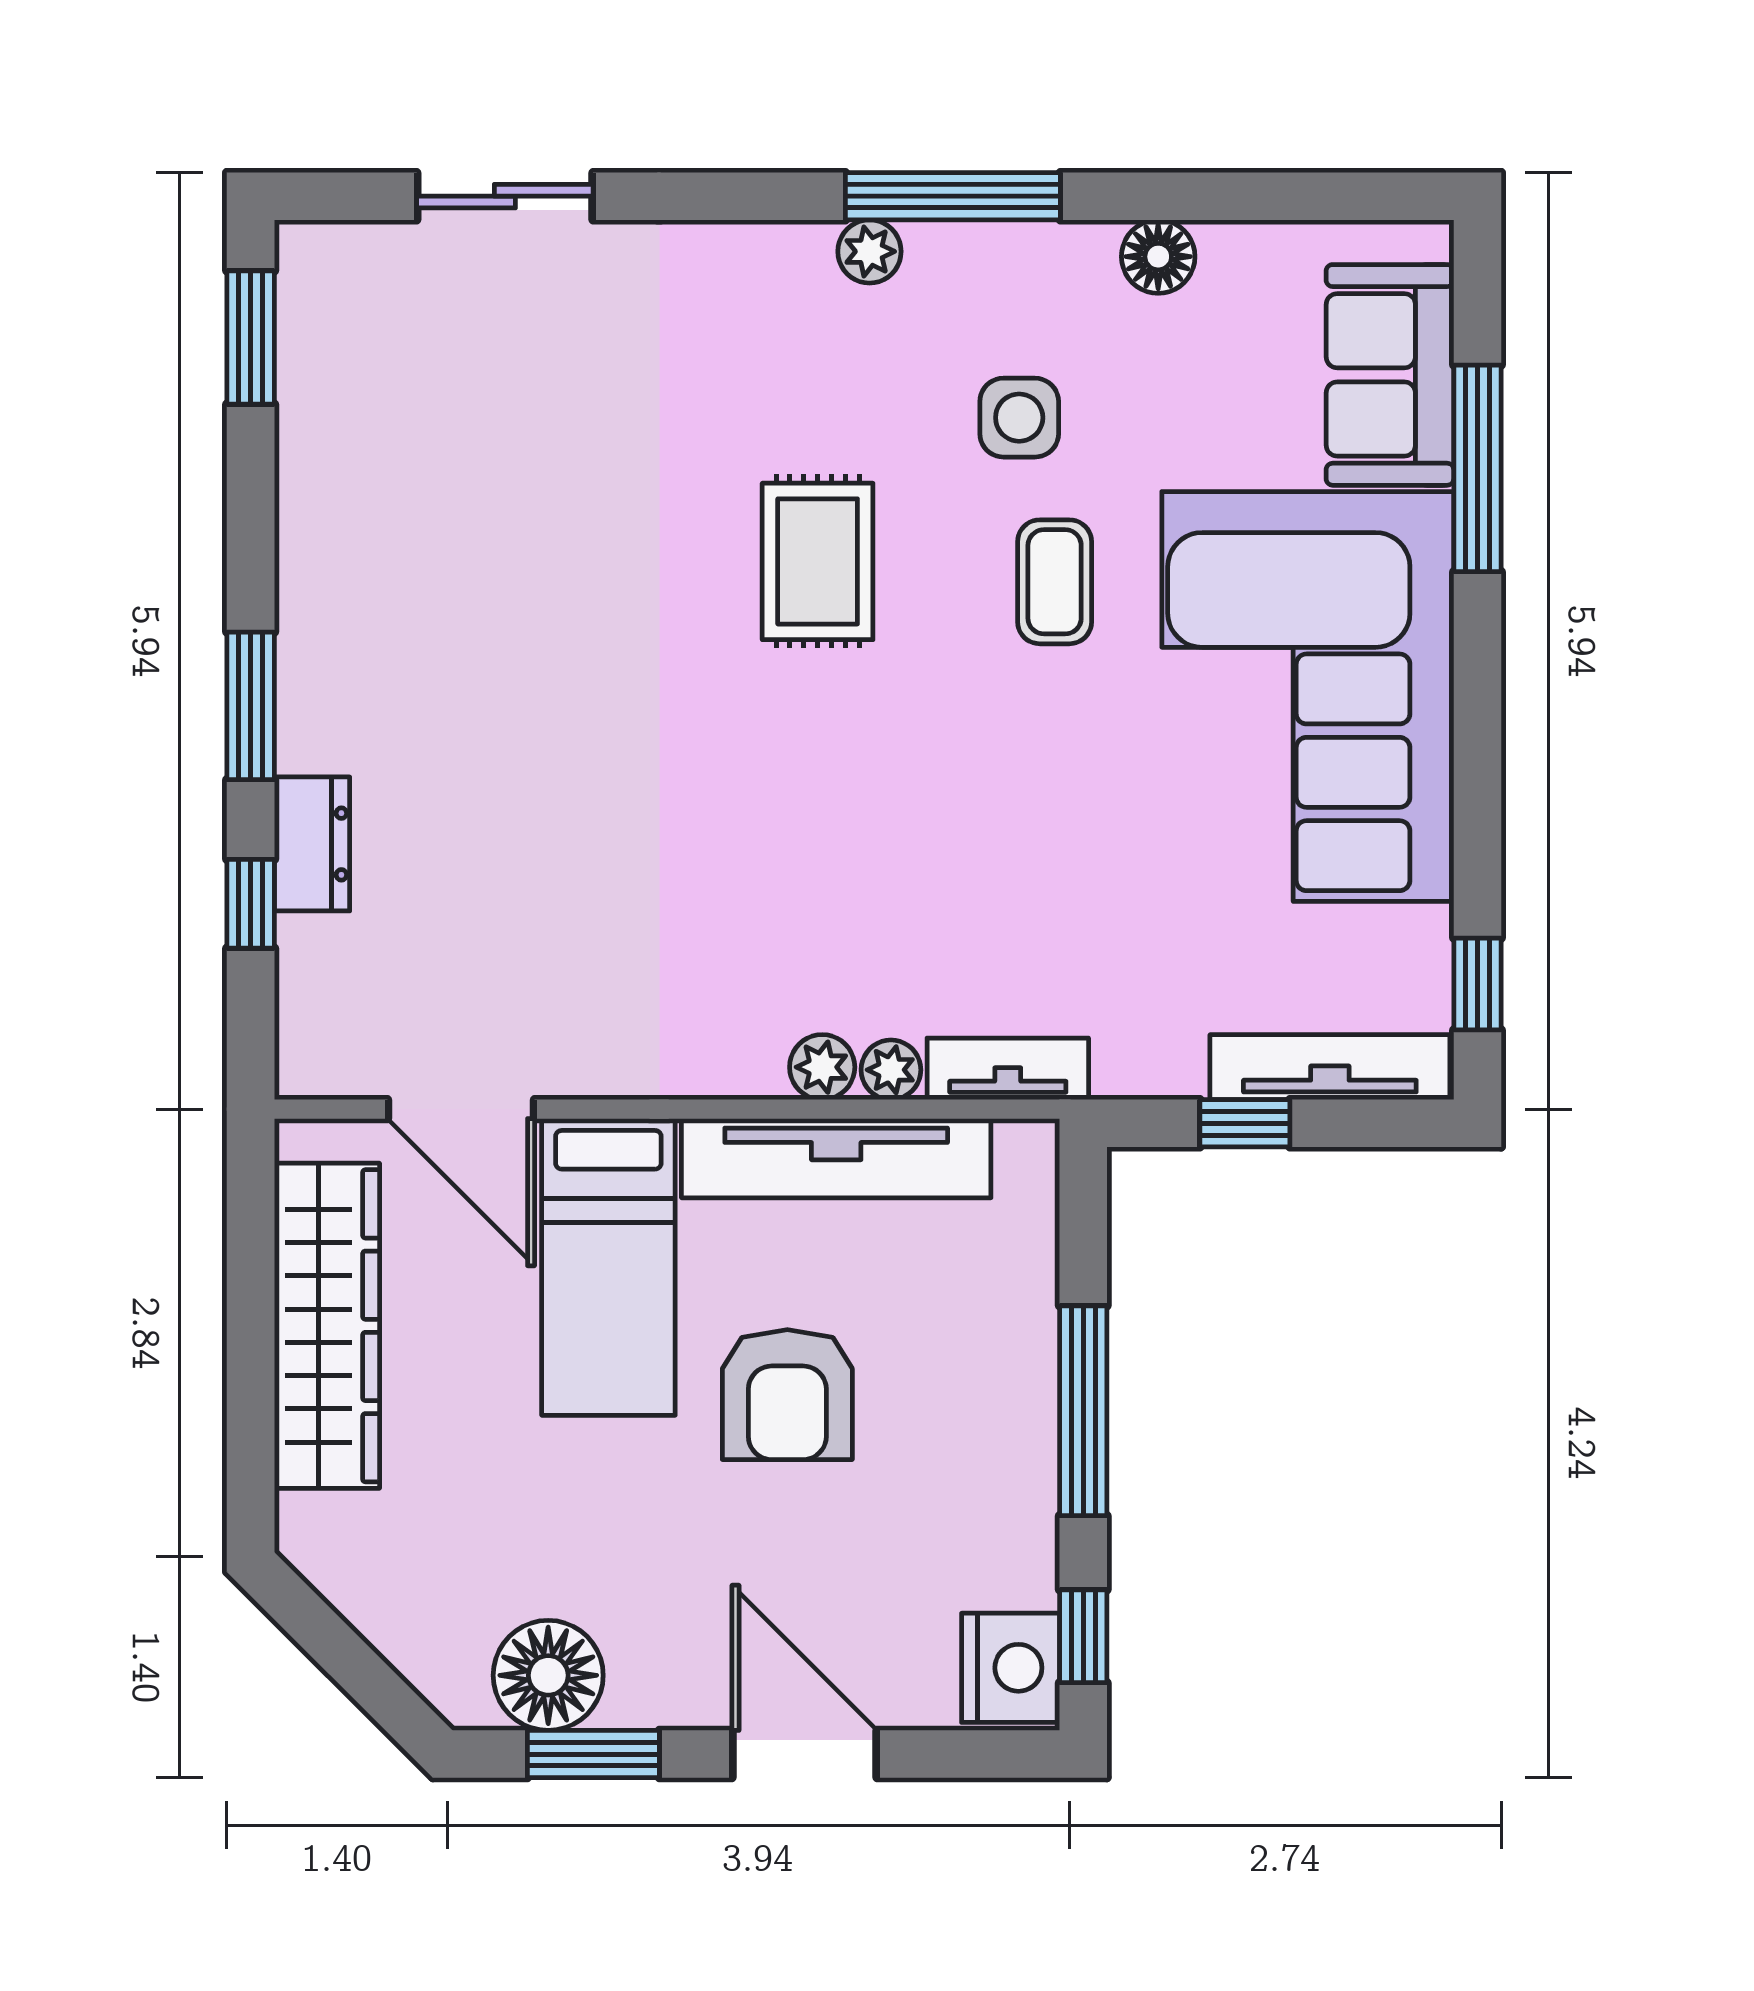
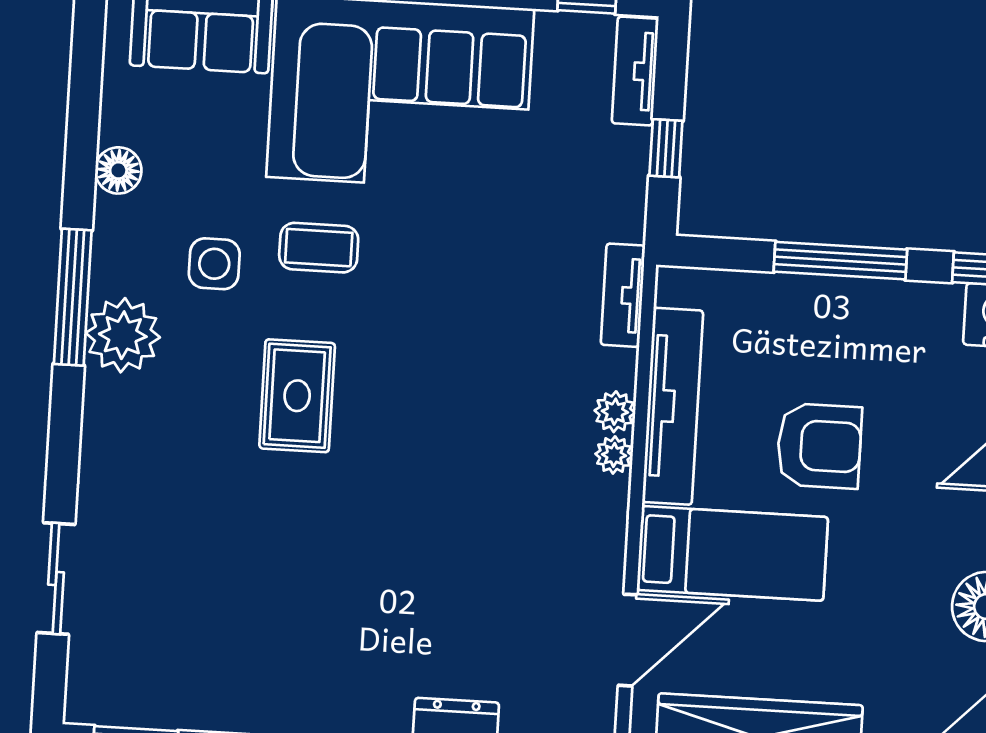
plant: (869, 251) -> (123, 335), width x1.87, depth x1.87
rug: (818, 561) -> (297, 396), turned 90
tv unit: (1330, 1067) -> (635, 71), width x0.71
plant: (891, 1070) -> (614, 455), moved

